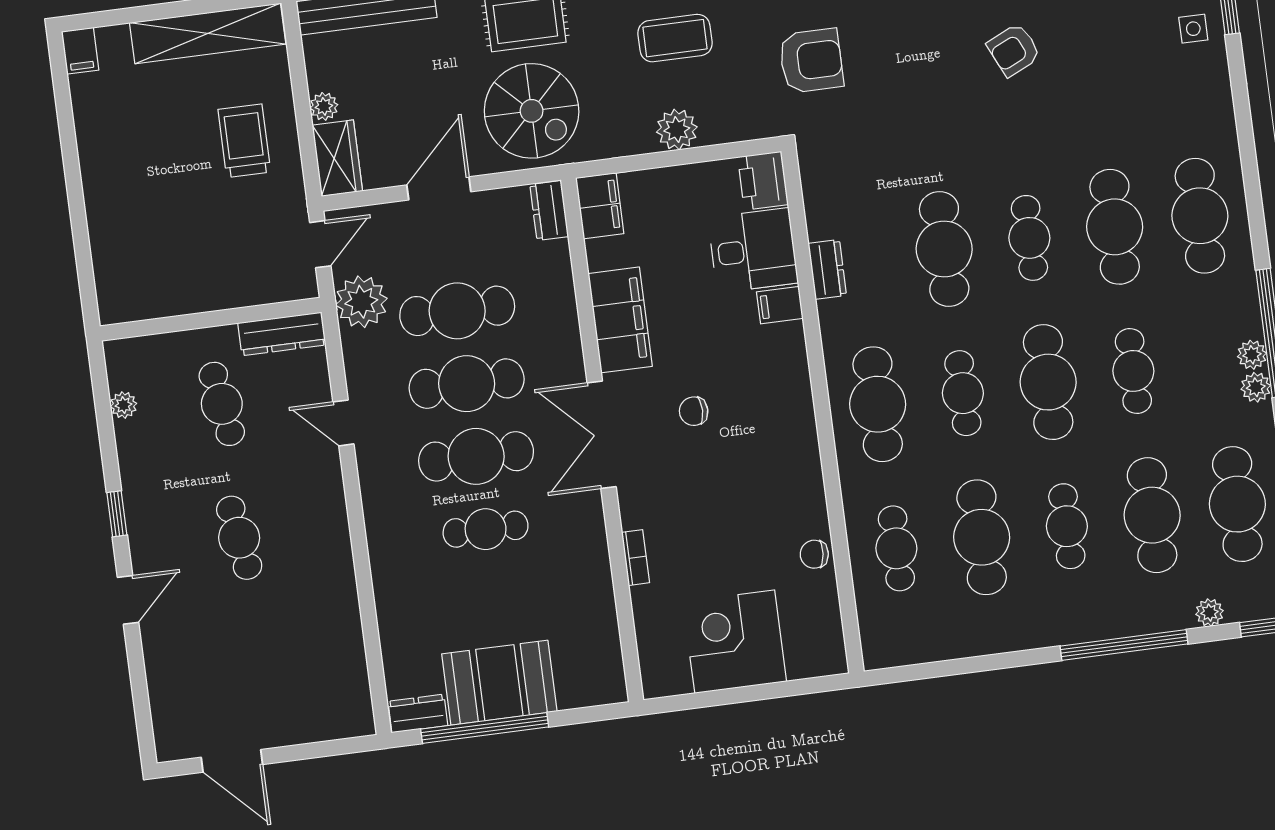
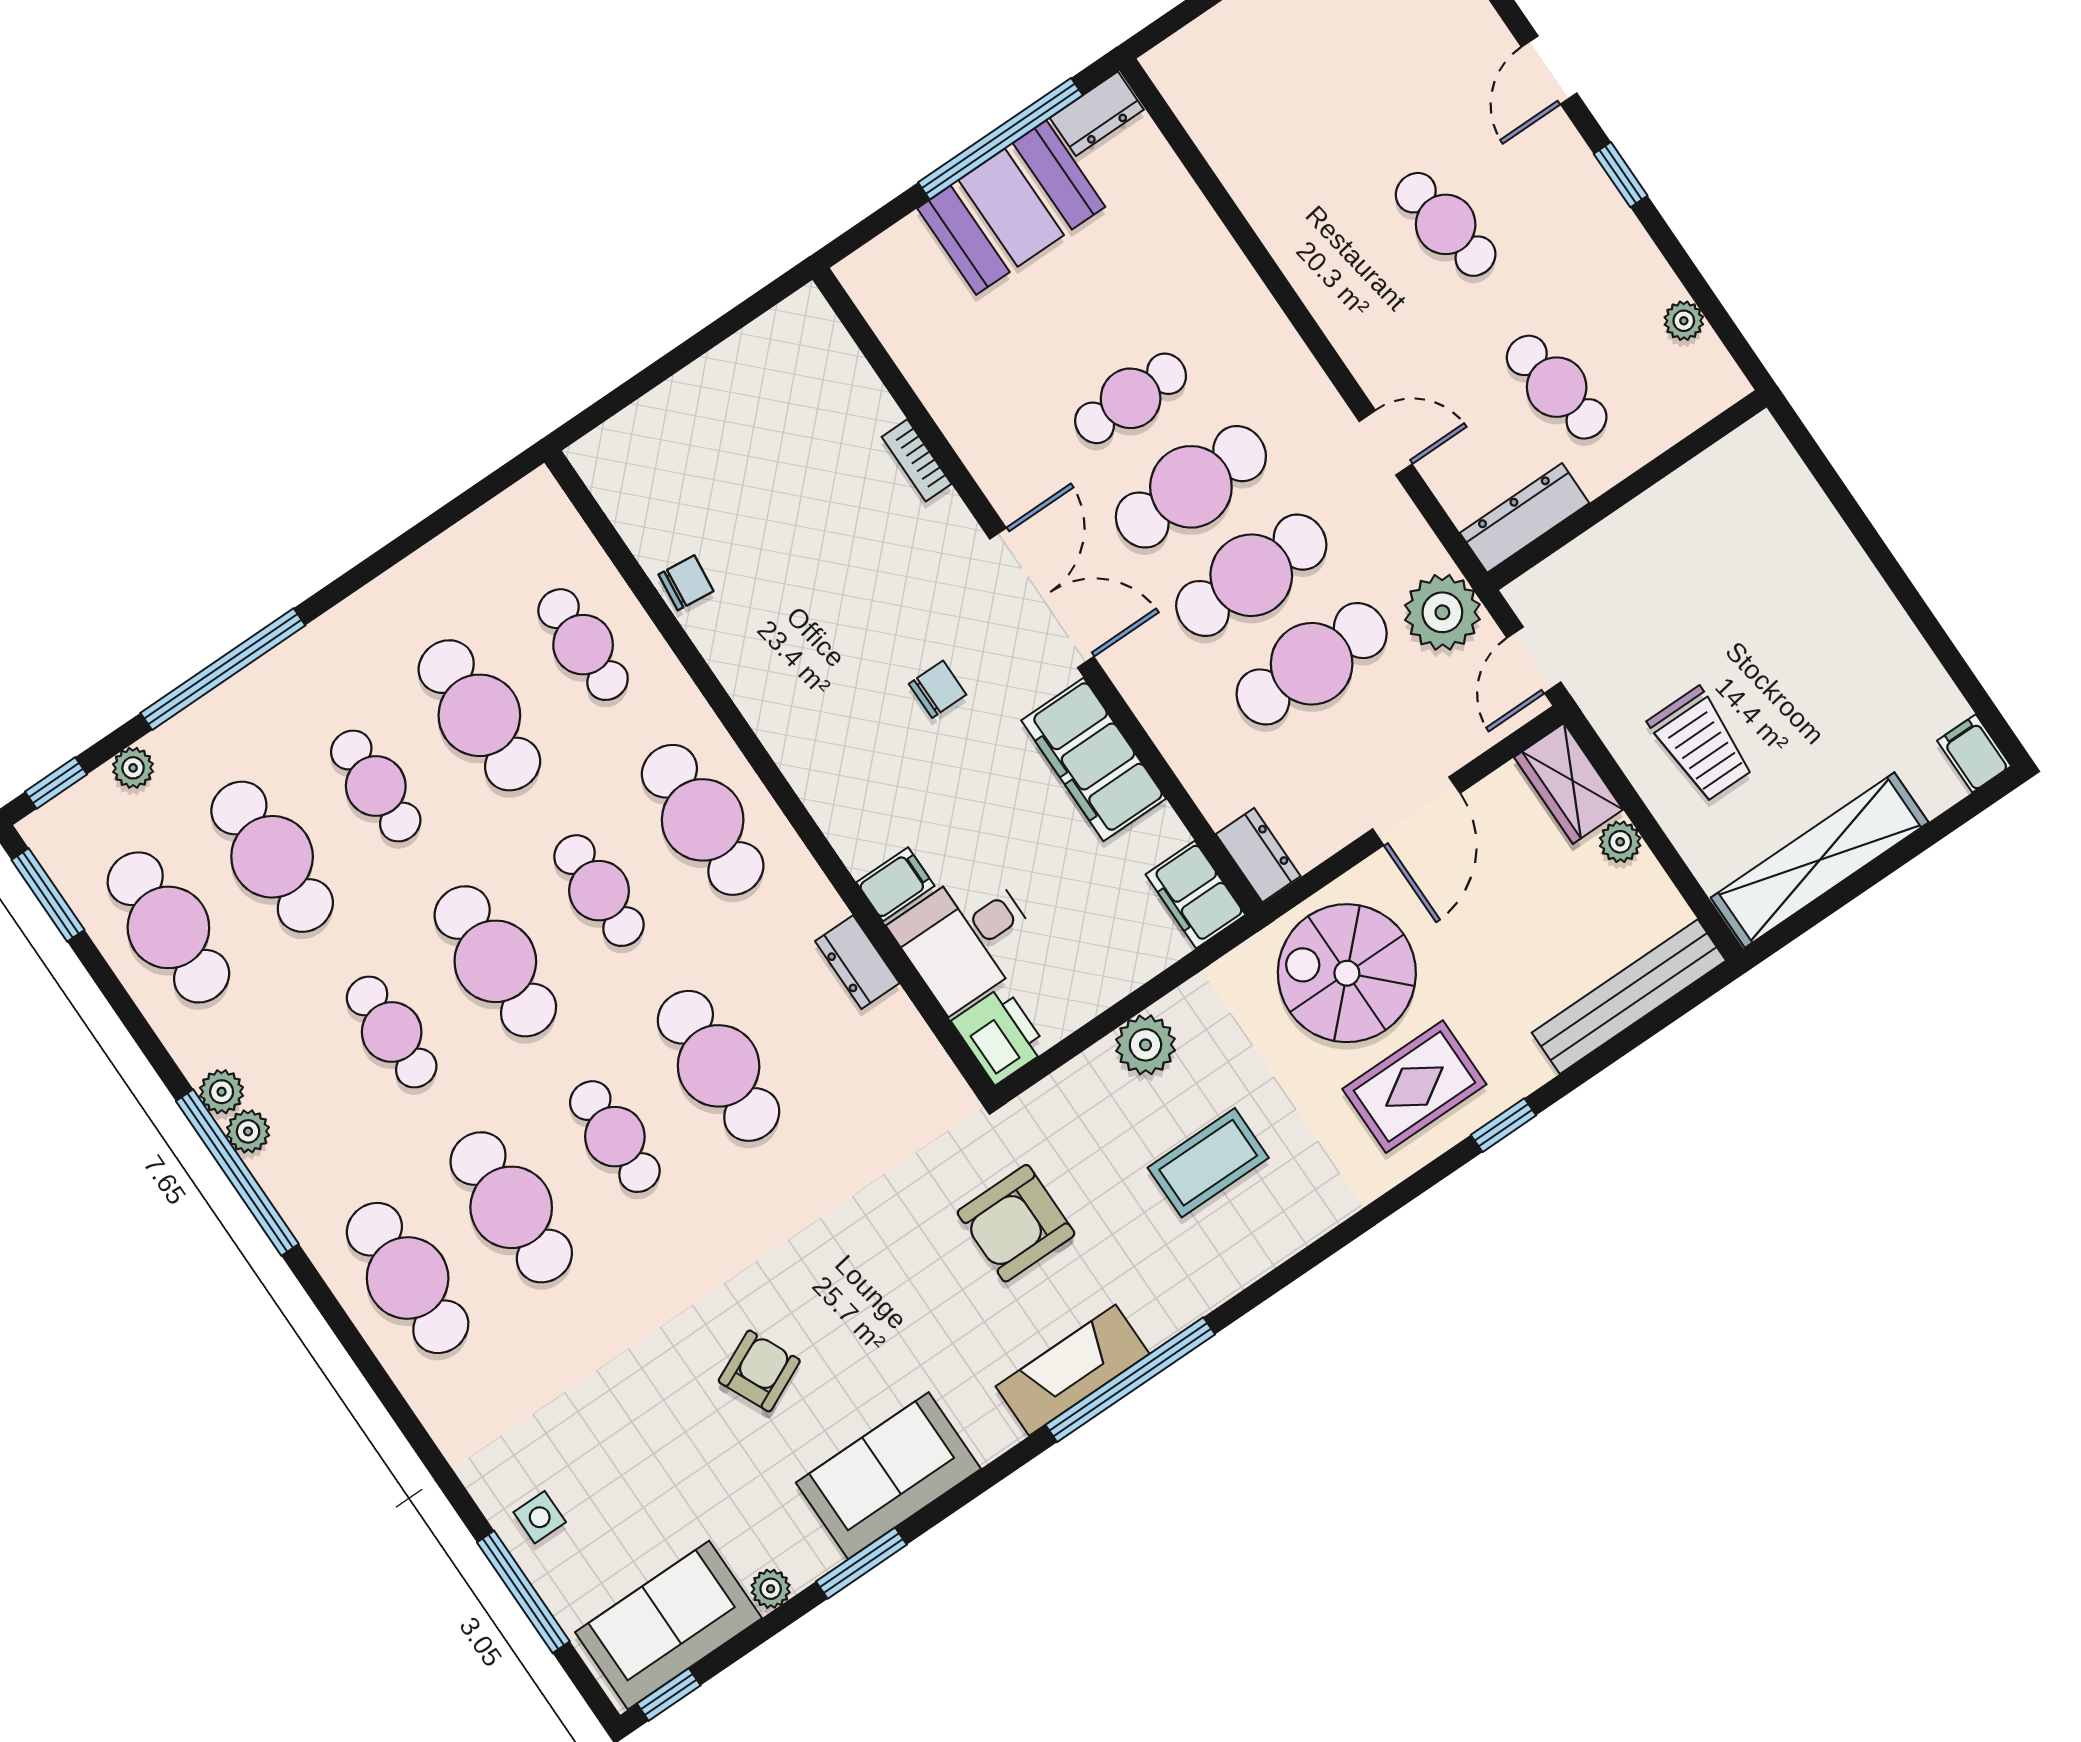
corner desk: (735, 642) -> (732, 416), removed

